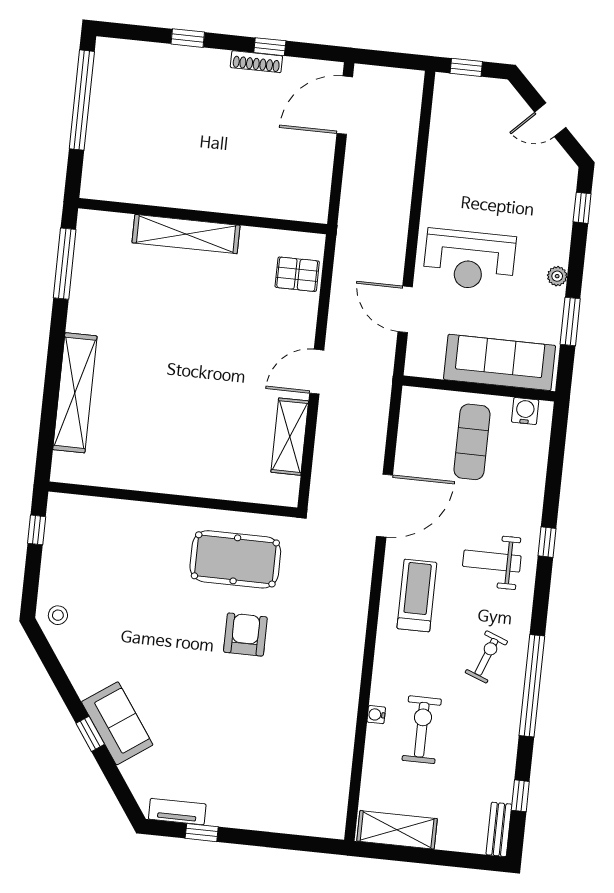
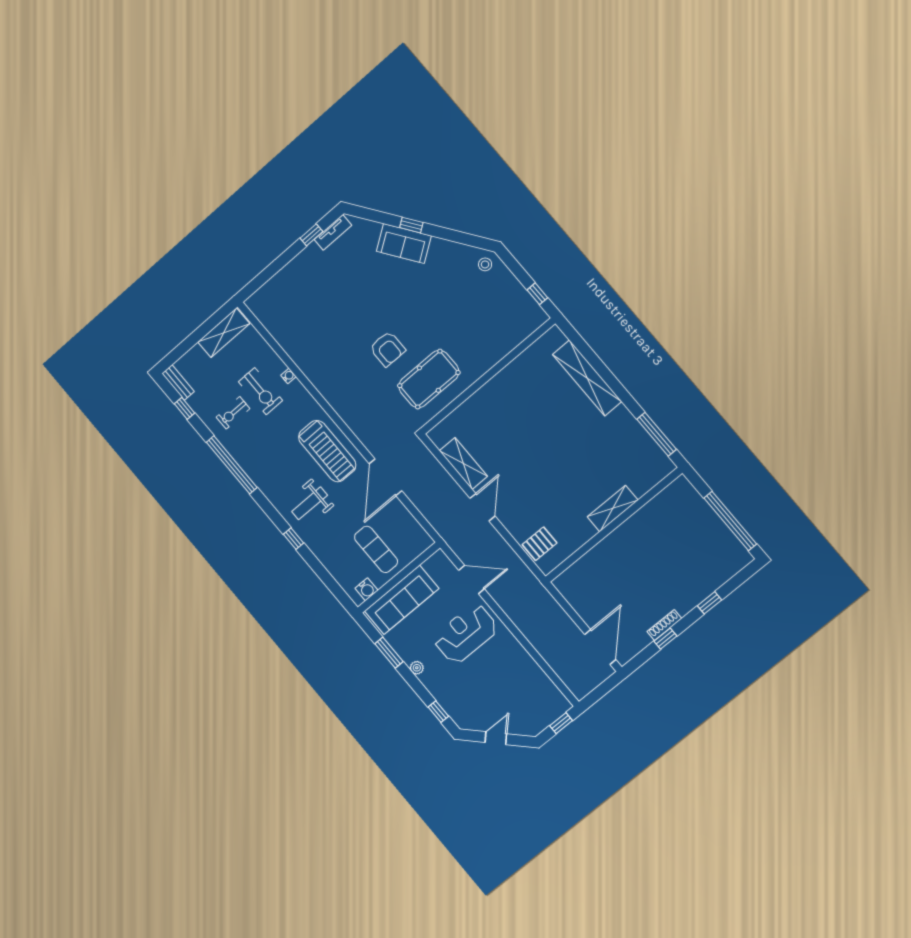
shelving: (186, 234) -> (613, 508), width x0.68
weight bench: (492, 561) -> (309, 503), turned 180
treadmill: (417, 595) -> (327, 451), width x1.37, depth x1.38
exercise bike: (486, 657) -> (233, 413), moved, turned 69

